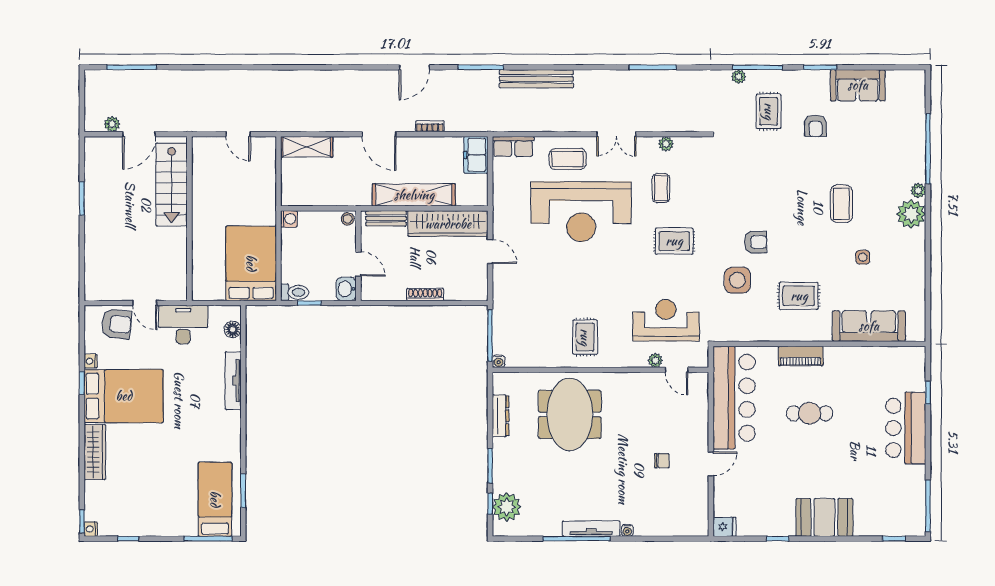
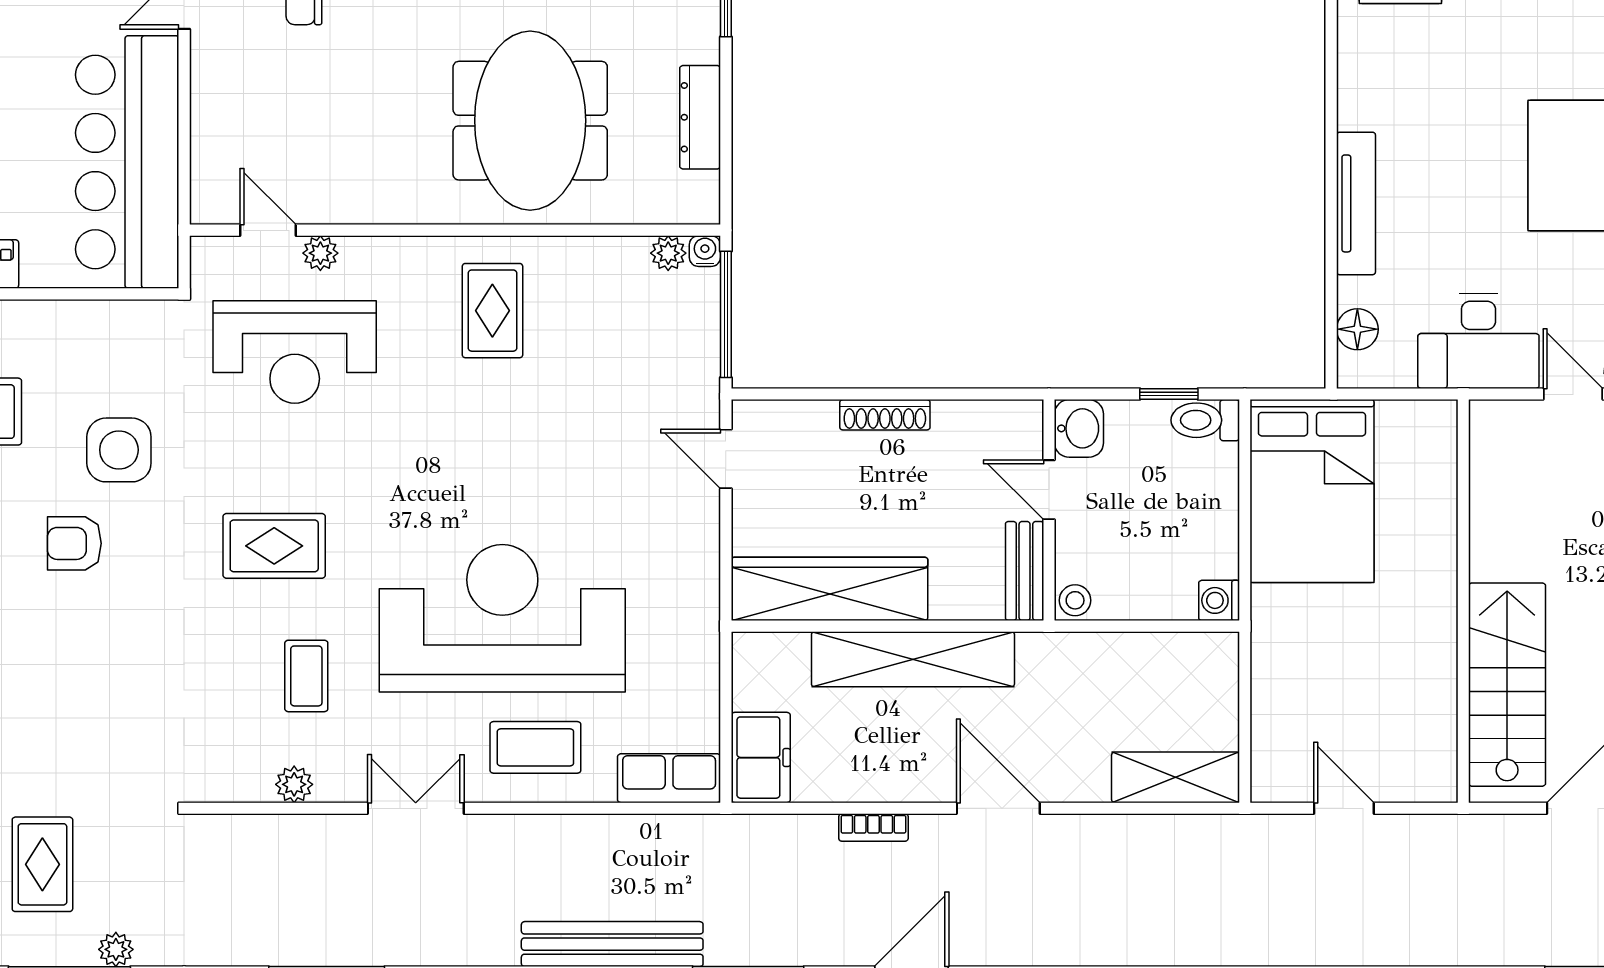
bench: (386, 218) -> (1025, 571), moved, turned 90
door: (490, 252) -> (726, 459), moved
plant: (513, 360) -> (668, 253), added

